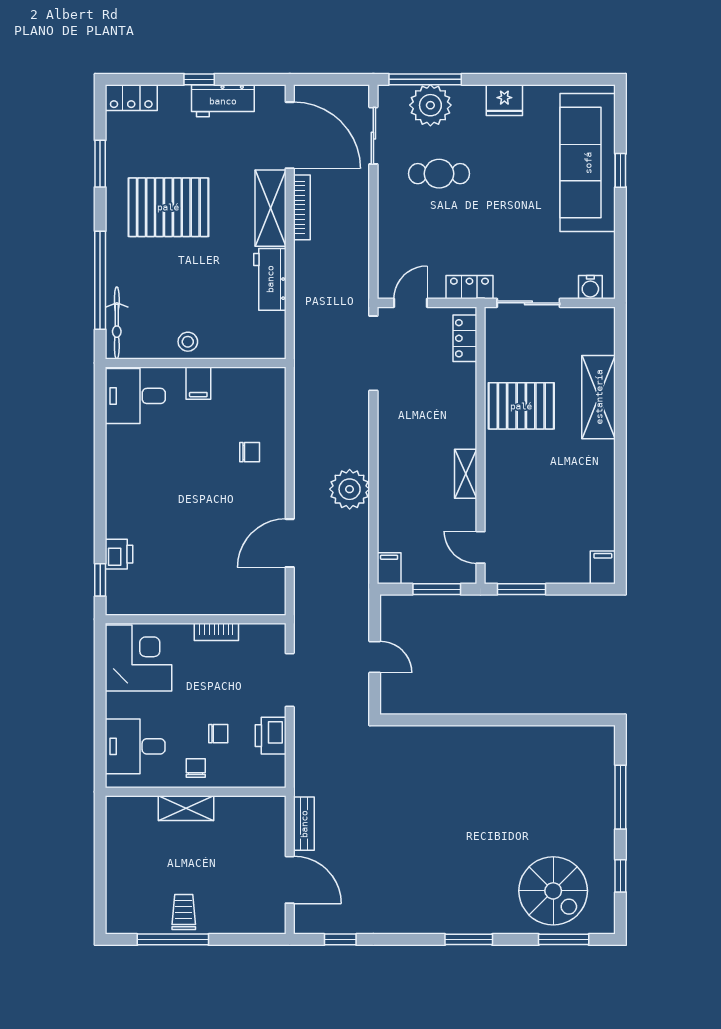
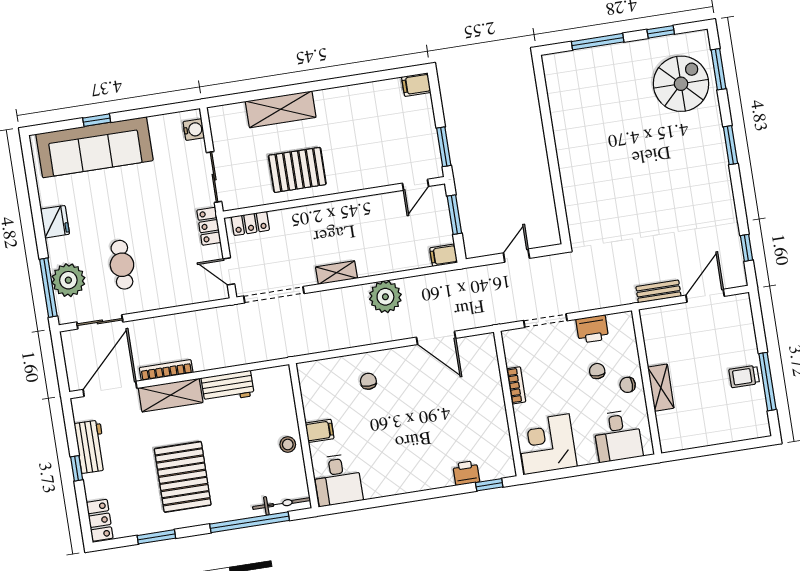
pallet: (521, 406) -> (297, 170), turned 90
shelving: (466, 474) -> (337, 273), moved

